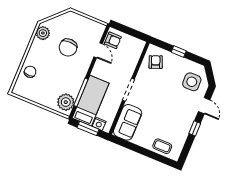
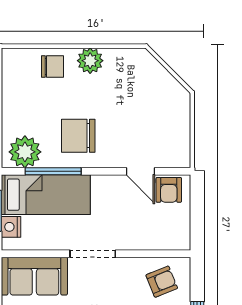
plant: (43, 33) -> (90, 61), moved
chair: (68, 47) -> (78, 136), moved
door: (98, 50) -> (140, 171), hinge flipped

